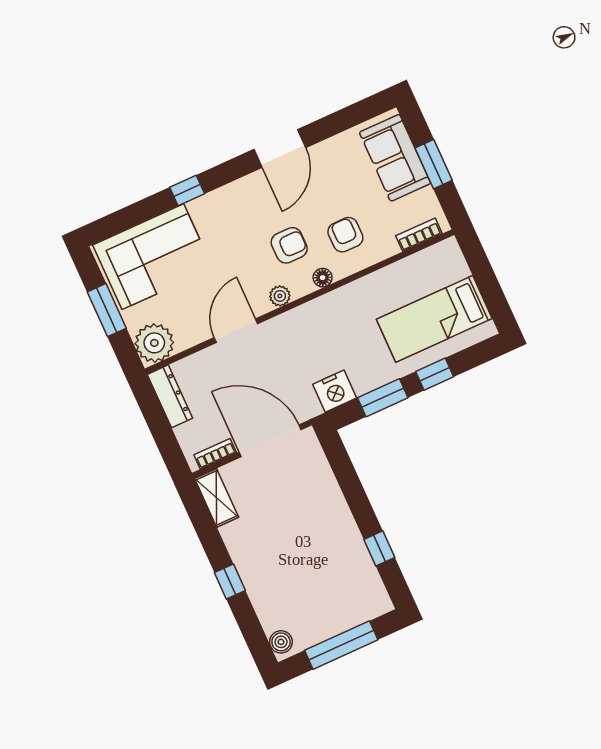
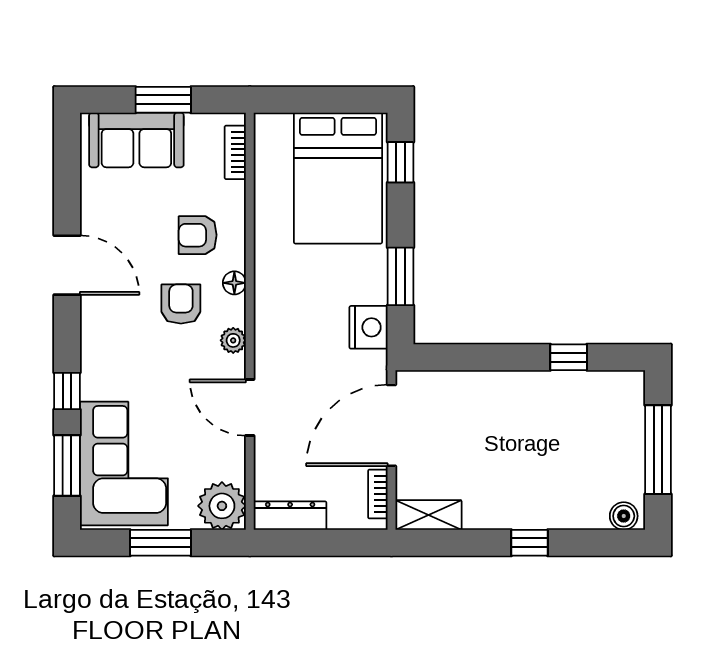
window: (132, 215) -> (67, 465), added
bed: (434, 319) -> (338, 178), width x1.50
window: (435, 374) -> (400, 162), moved

